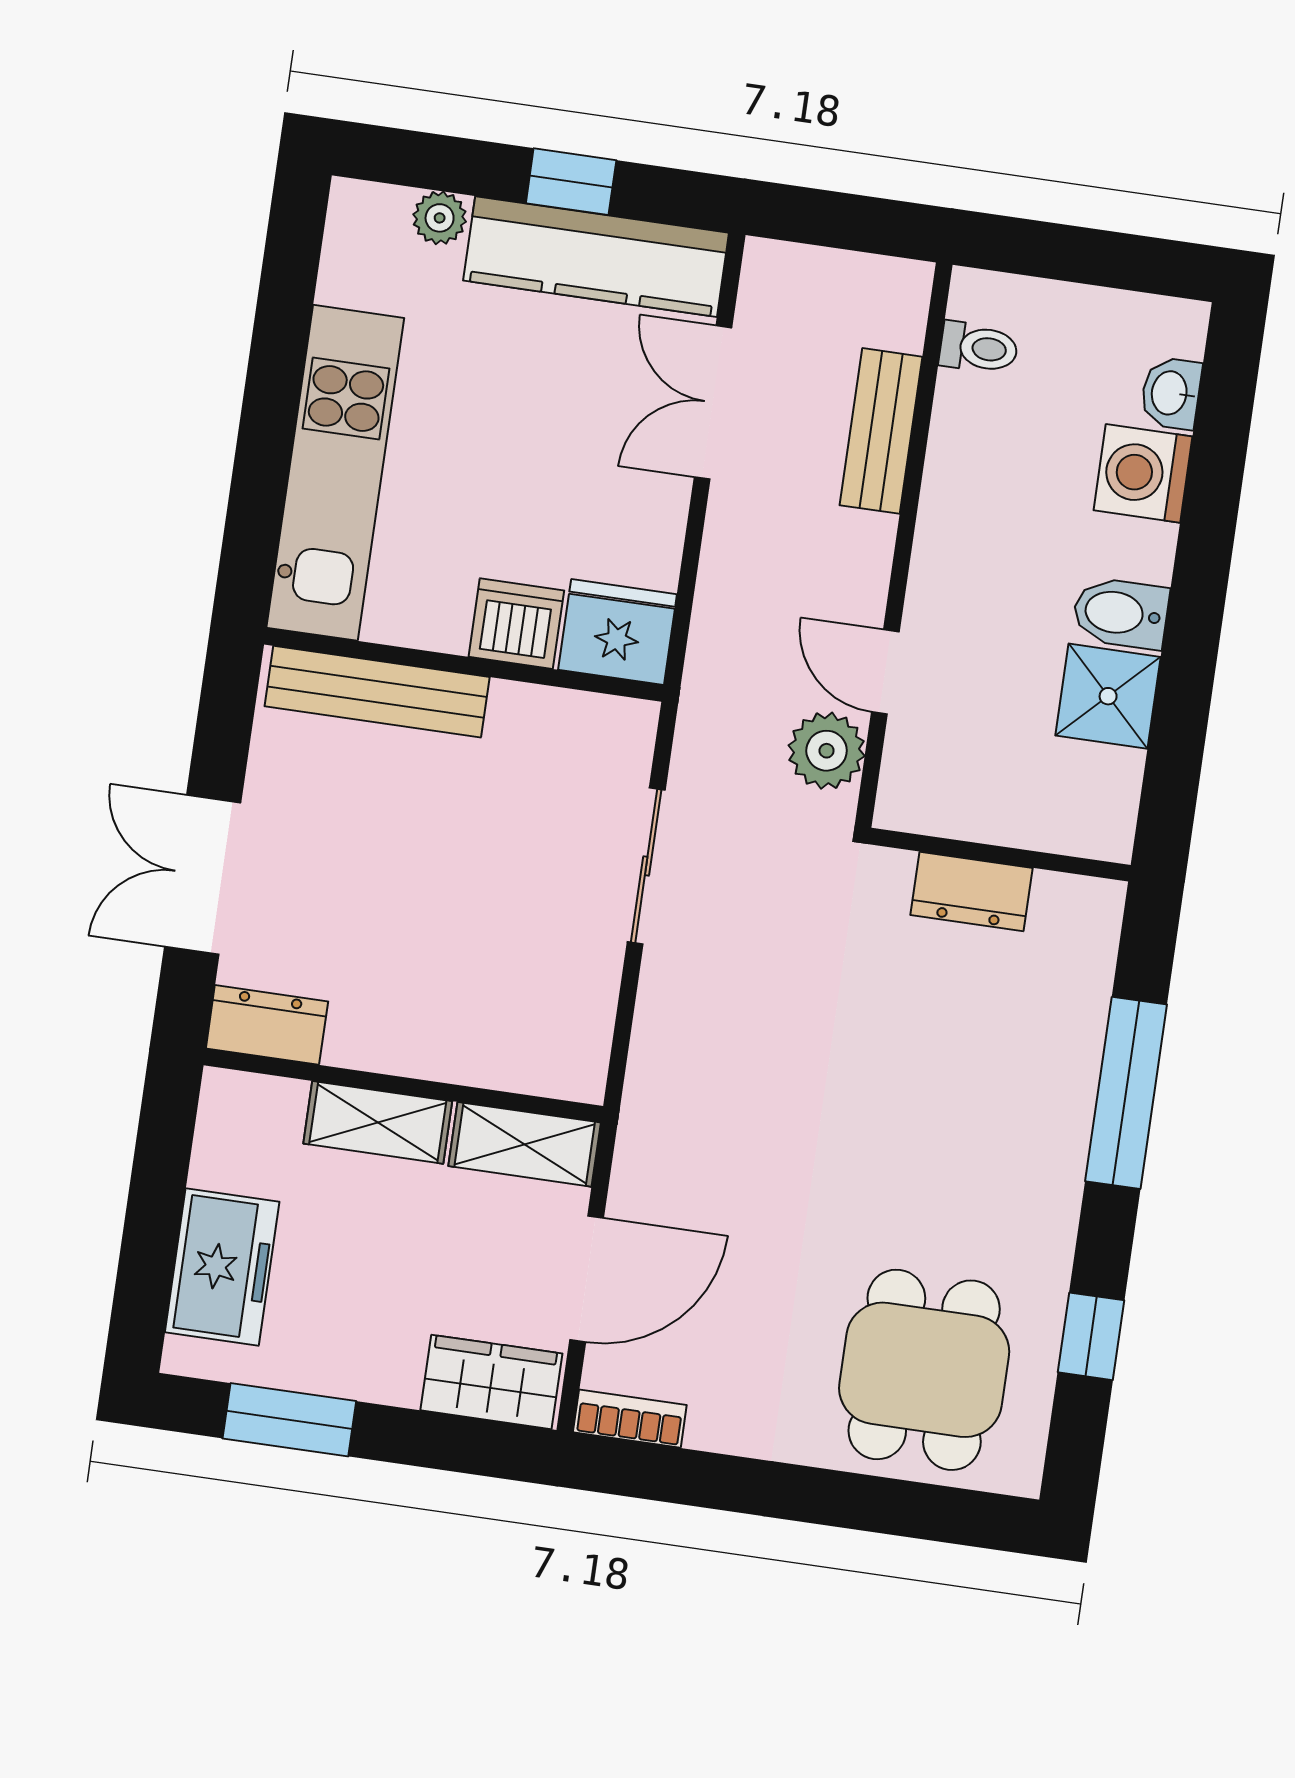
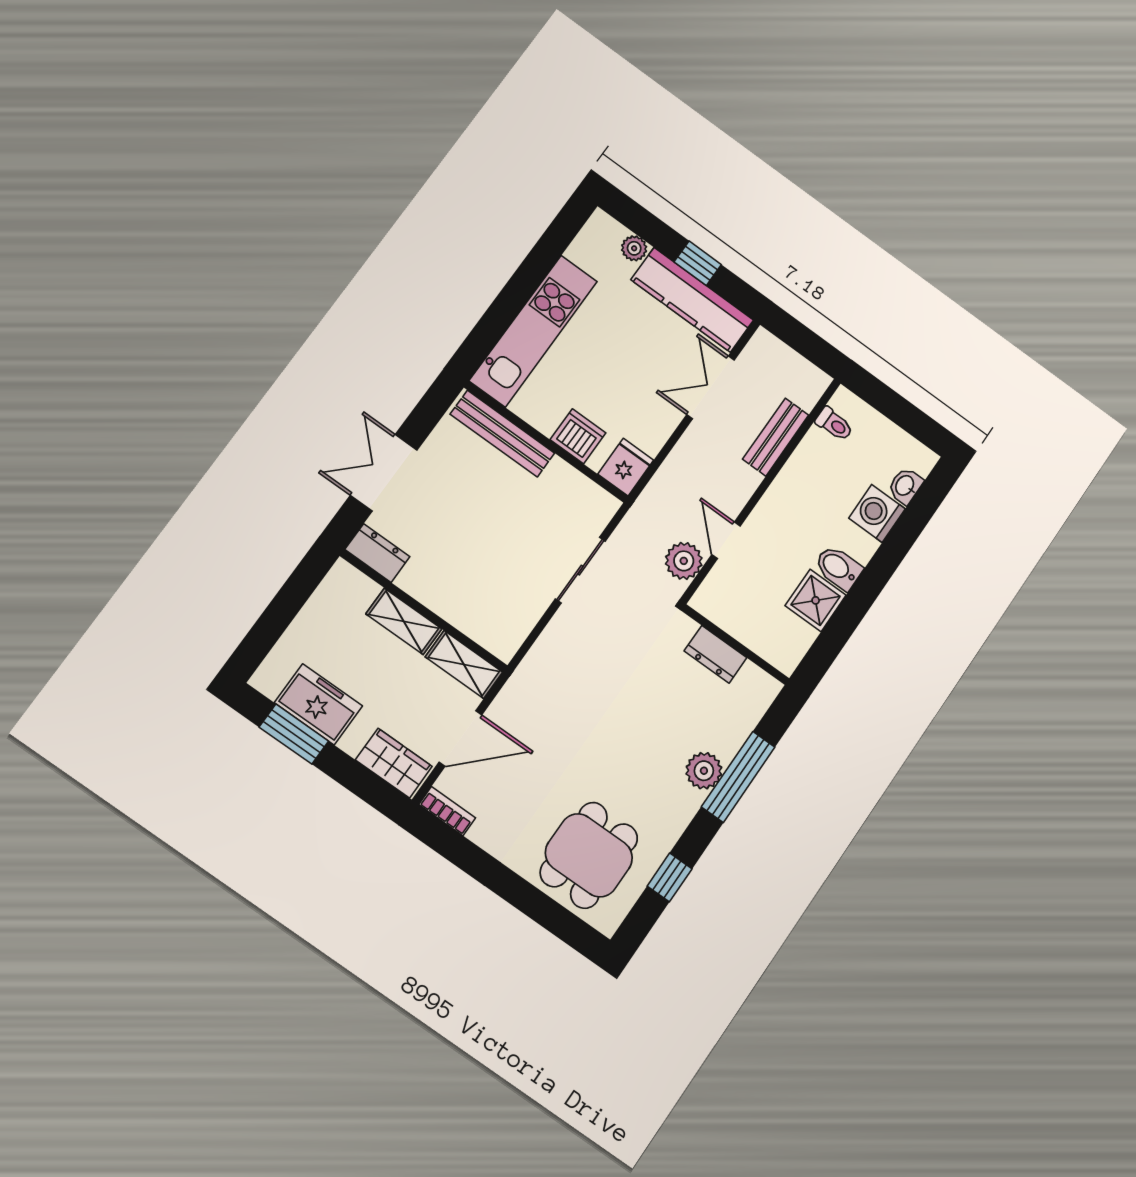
fridge: (618, 632) -> (626, 467), width x0.72
plant: (1057, 1114) -> (704, 771), added
freezer: (222, 1267) -> (318, 704), moved, turned -90

